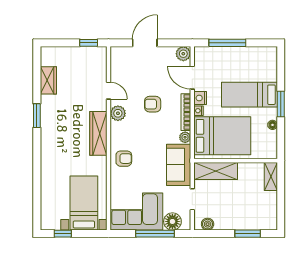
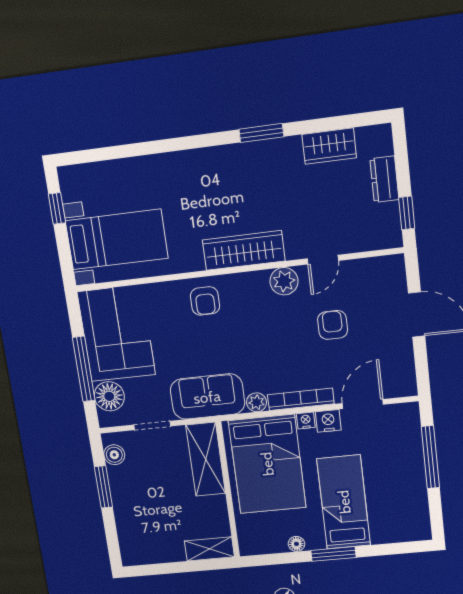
dresser: (69, 53) -> (384, 179), added
plant: (183, 54) -> (404, 384), removed
armchair: (153, 104) -> (333, 325), moved
window: (248, 234) -> (103, 487), moved

